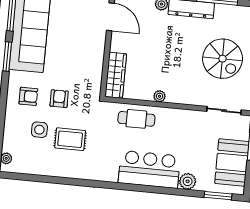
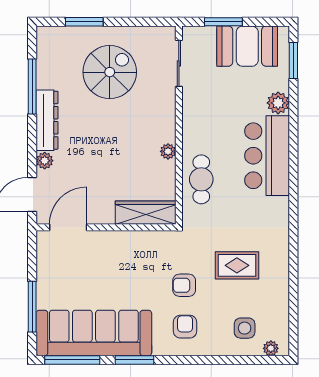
side table: (39, 130) -> (245, 328), moved
rug: (70, 139) -> (237, 265), turned 90

